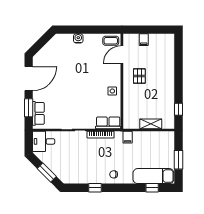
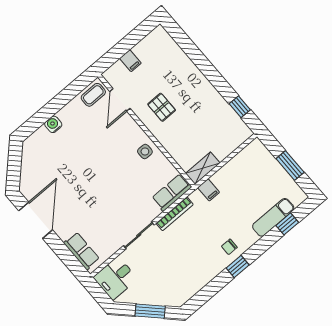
window: (29, 108) -> (65, 254), removed
shelving: (151, 124) -> (203, 168), moved
exam couch: (153, 176) -> (273, 217), width x0.73, depth x0.69
window: (95, 188) -> (238, 266), moved

